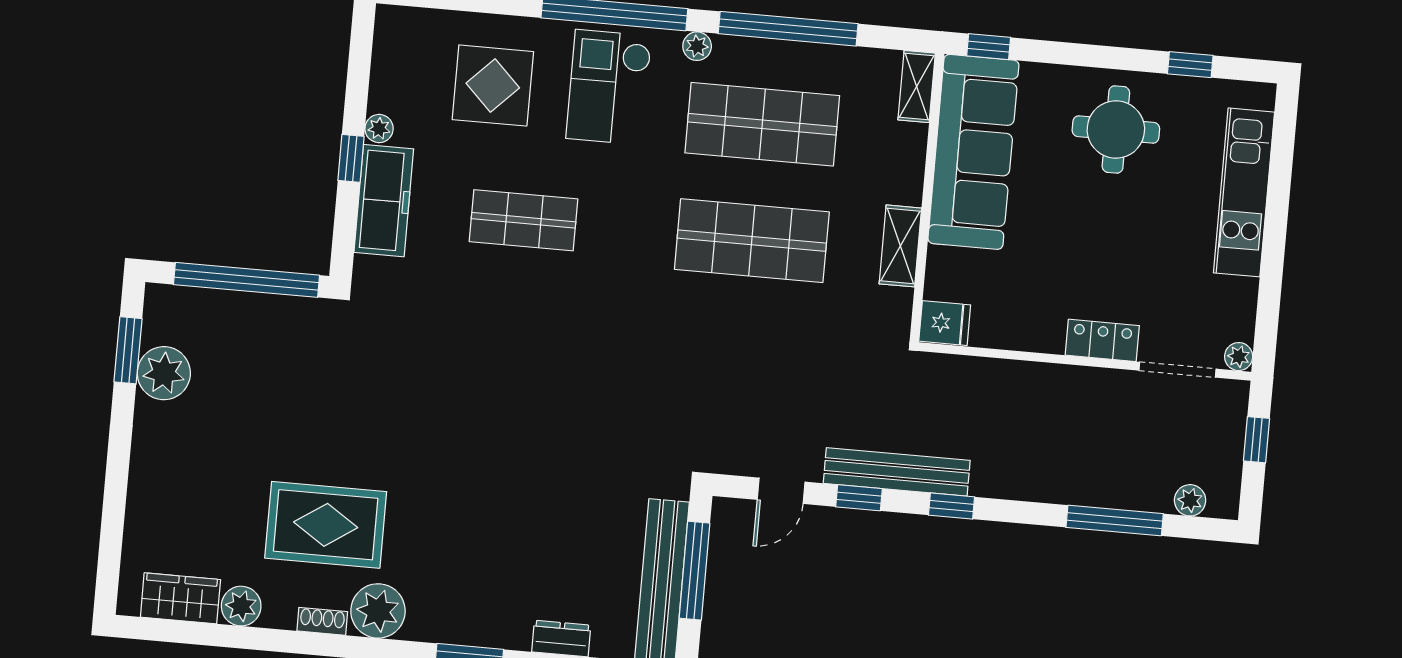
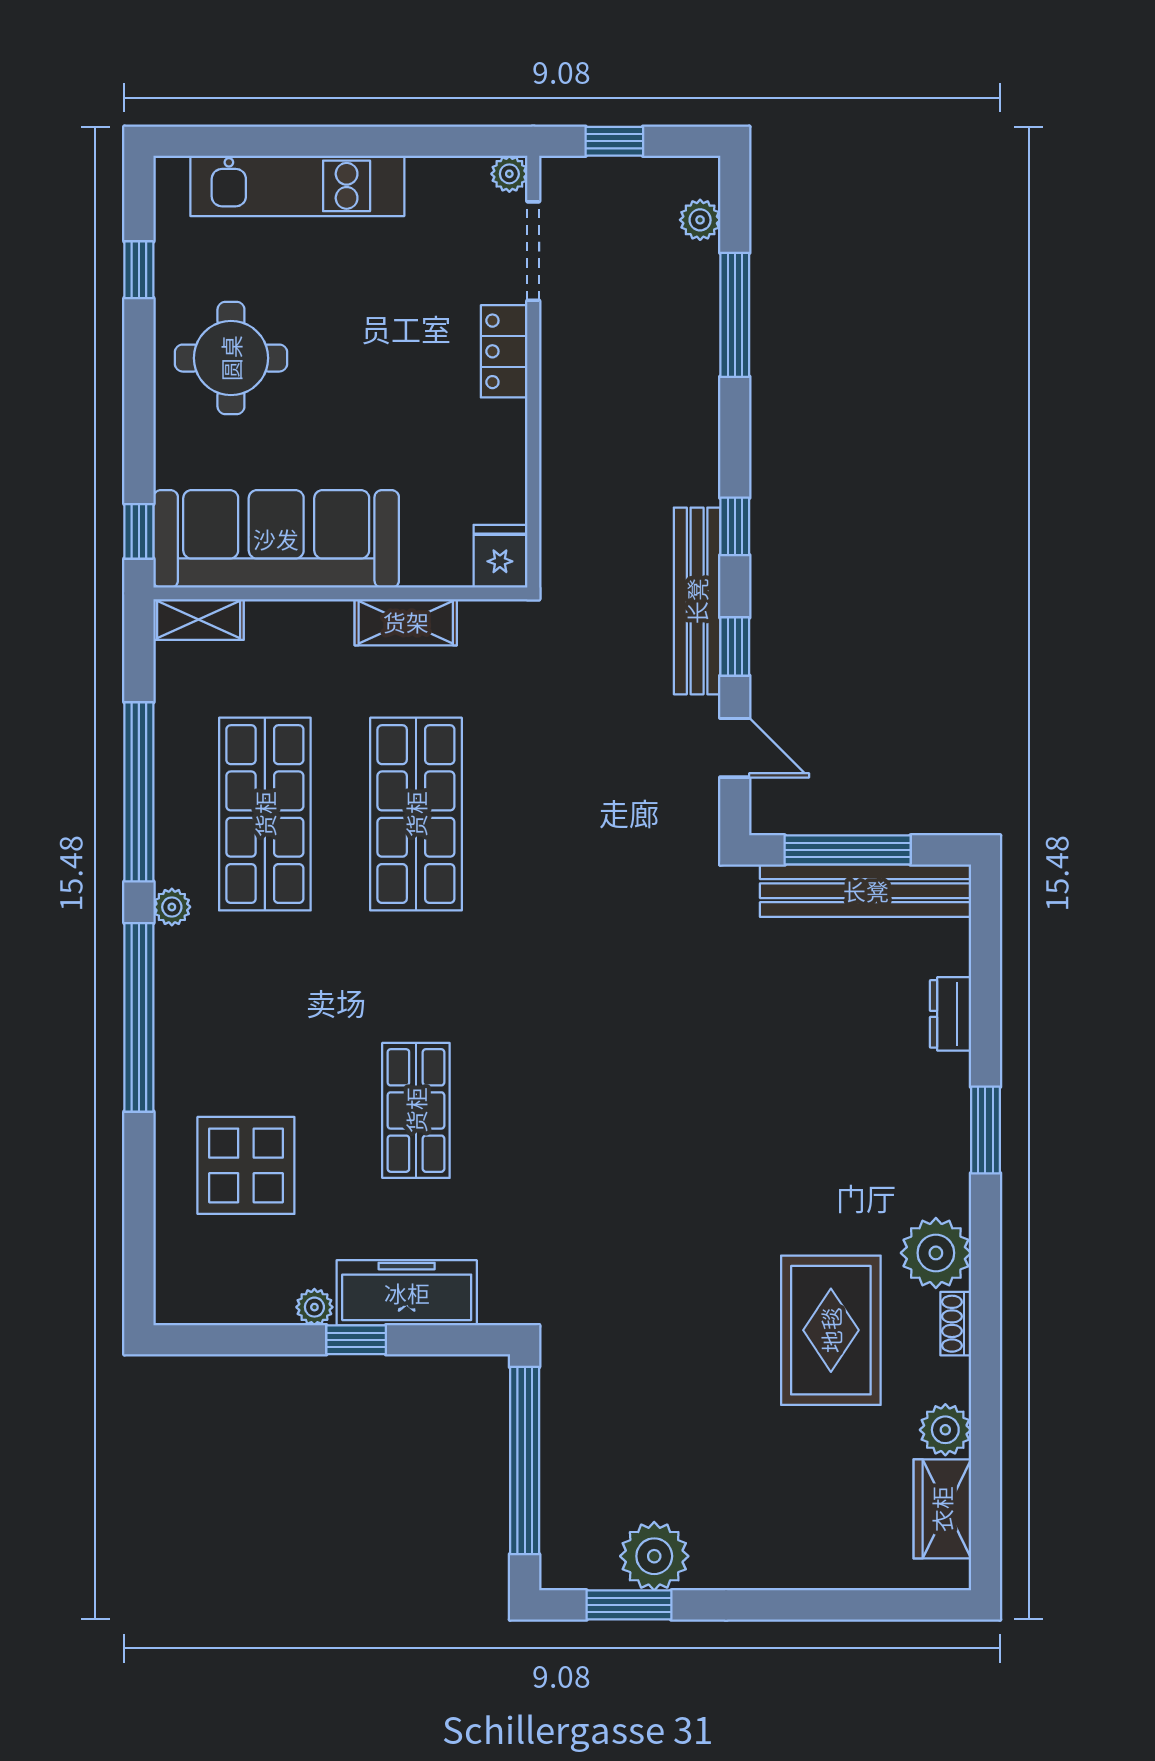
checkout: (609, 87) -> (235, 1016), removed

